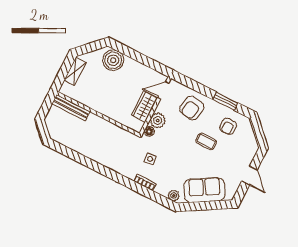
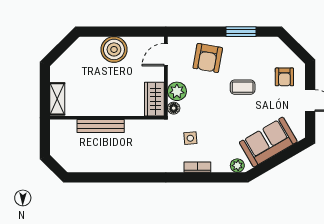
boiler: (113, 60) -> (114, 49), moved
shelving: (75, 71) -> (57, 99), moved
wardrobe: (144, 107) -> (154, 99), moved
bench: (71, 108) -> (101, 126), moved
armchair: (228, 126) -> (284, 77), moved

